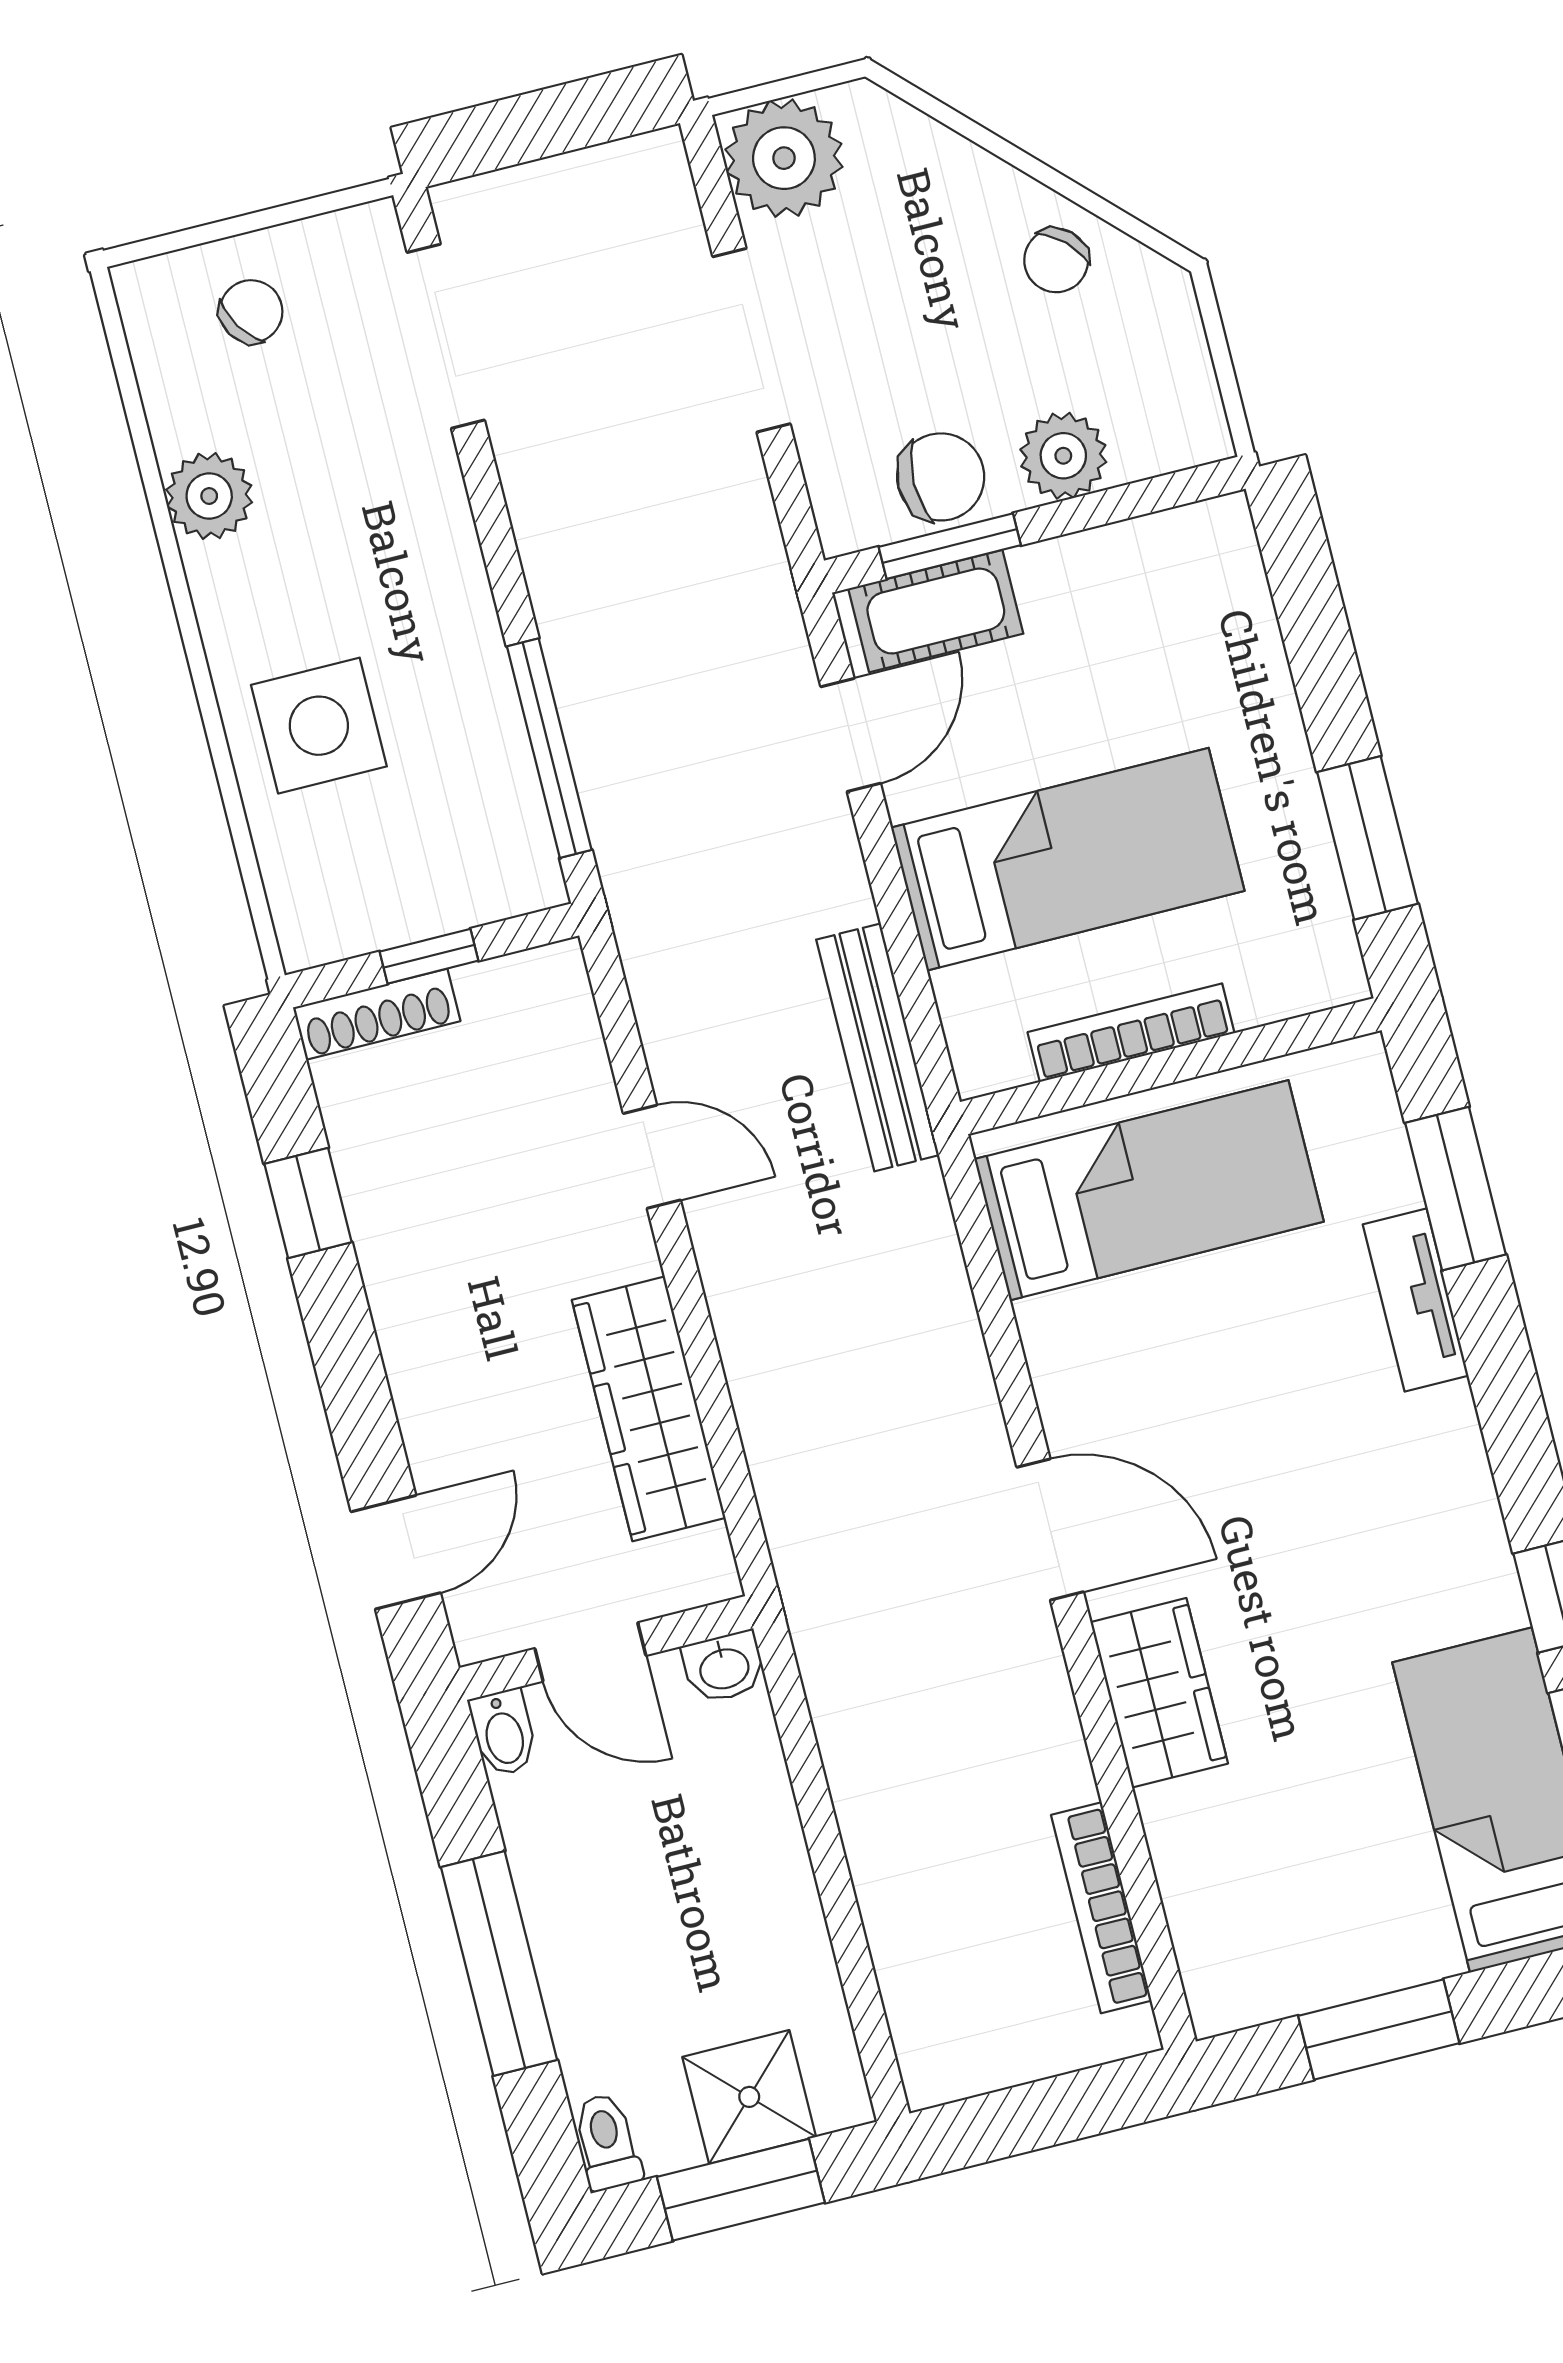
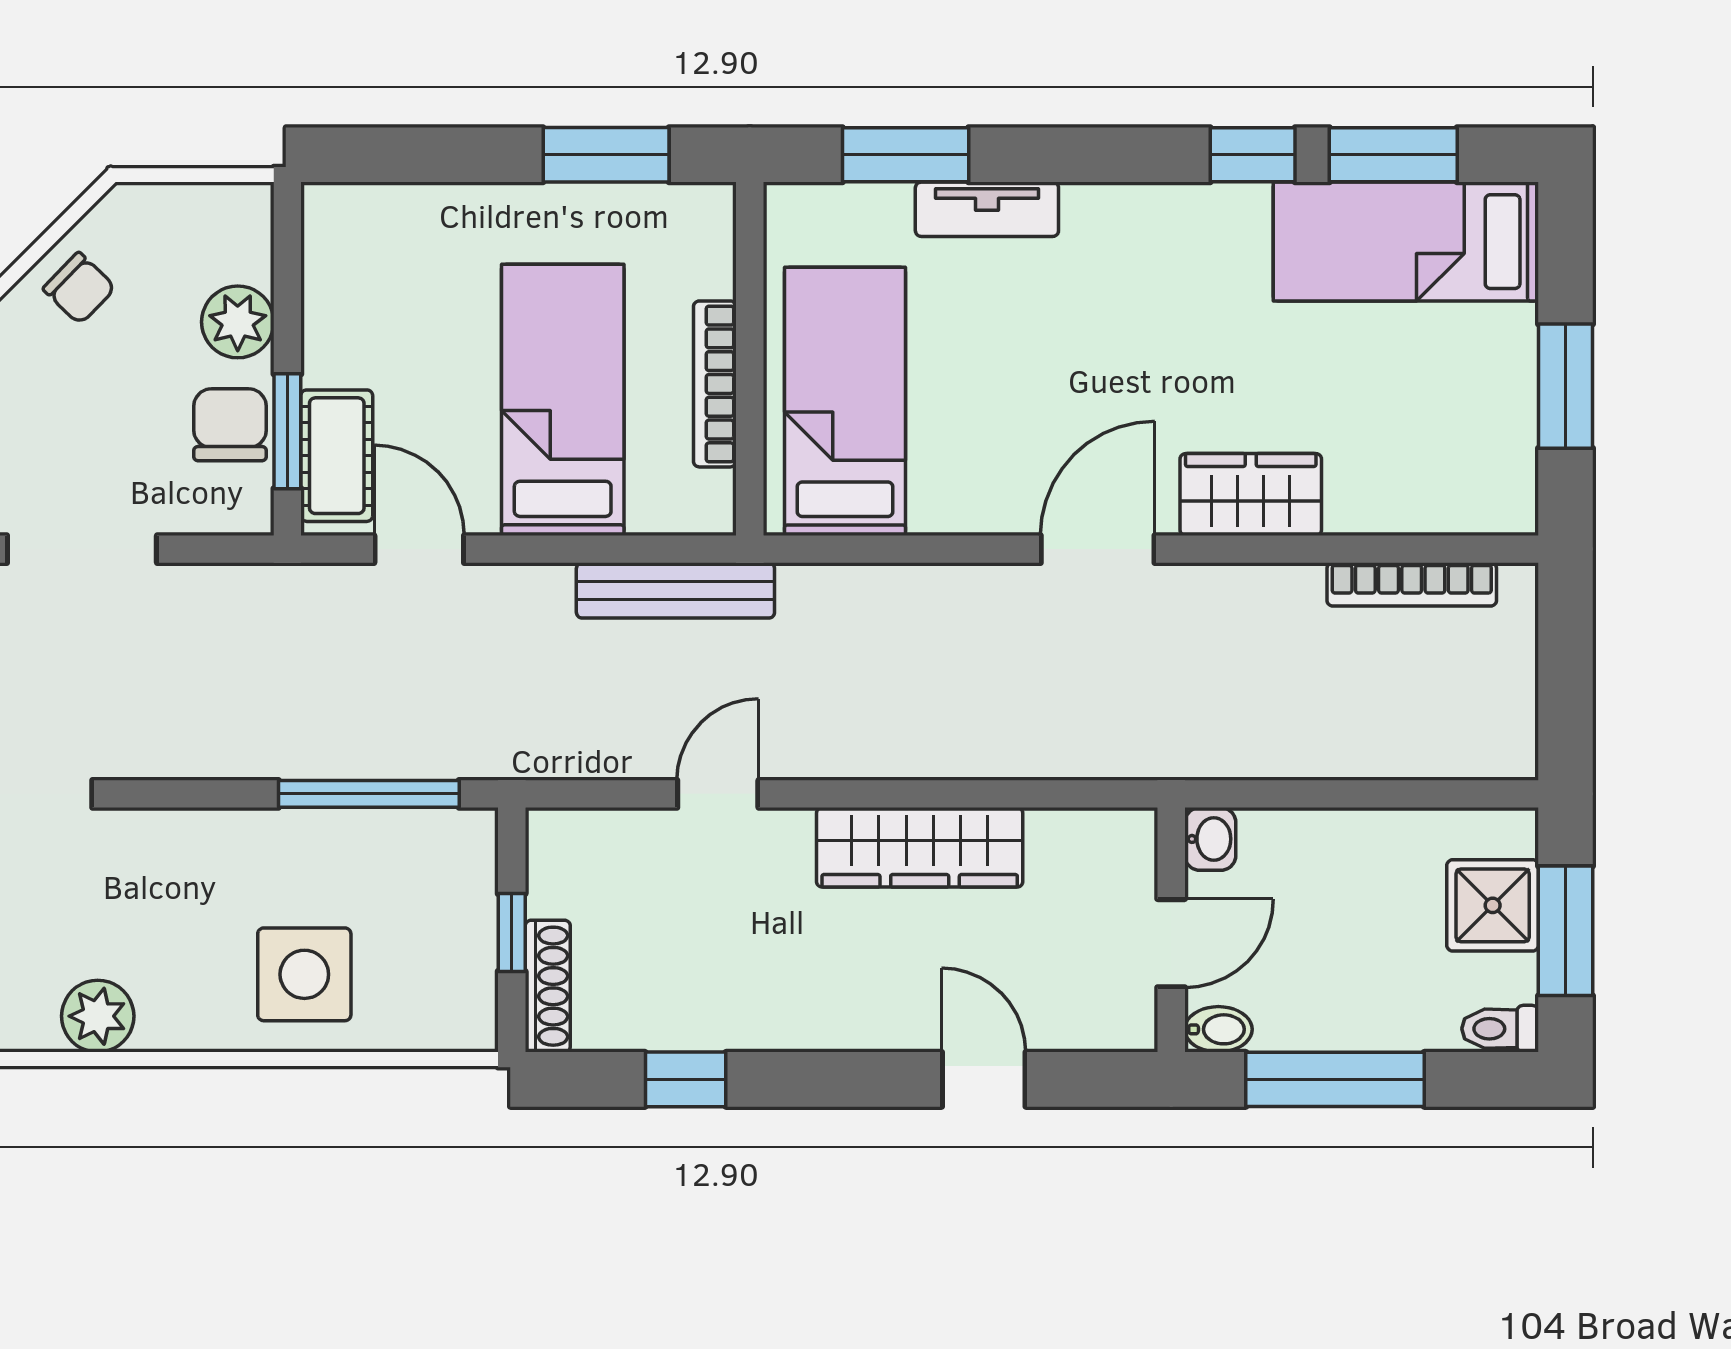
wall: (606, 1648) -> (1171, 930), moved
door: (590, 1652) -> (1171, 943), moved
washbasin: (724, 1667) -> (1210, 839), moved
bidet: (503, 1733) -> (1218, 1029), moved

